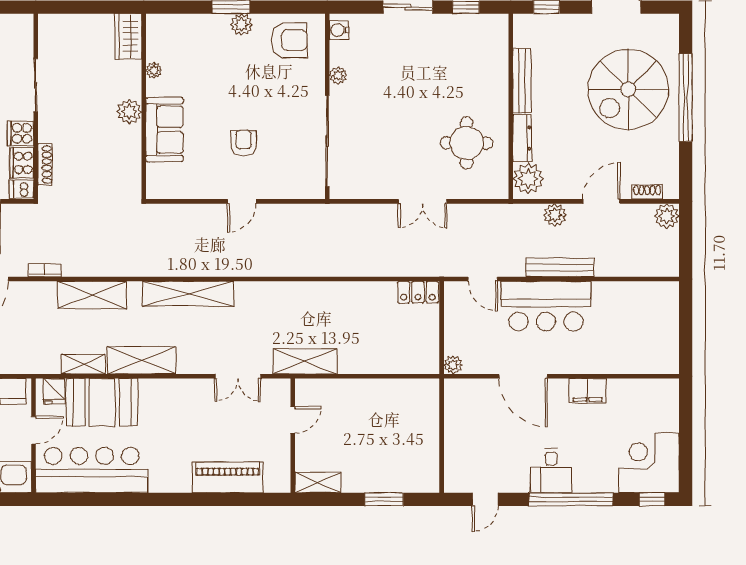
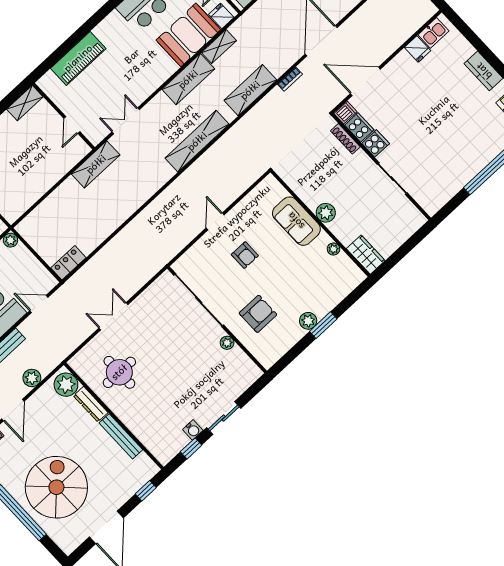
water cooler: (339, 30) -> (193, 430), moved, turned 90
armchair: (289, 40) -> (258, 314), moved, turned 180

